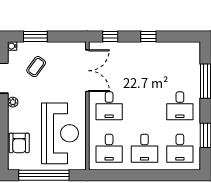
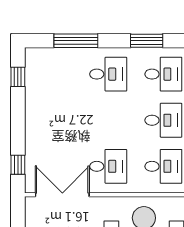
window: (148, 37) -> (18, 77), moved

